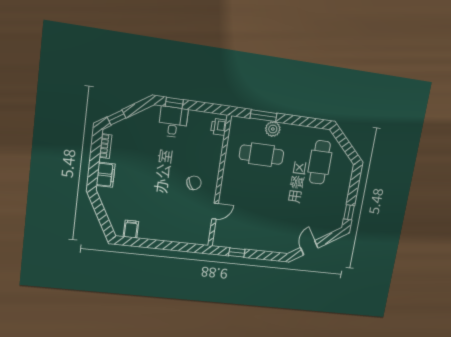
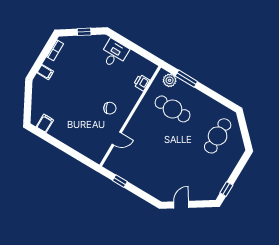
window: (174, 103) -> (121, 40), removed
window: (117, 117) -> (84, 32), moved
printer: (219, 127) -> (142, 83), moved
plant: (273, 129) -> (170, 80), moved
filing cabinet: (106, 175) -> (45, 72), width x0.50

